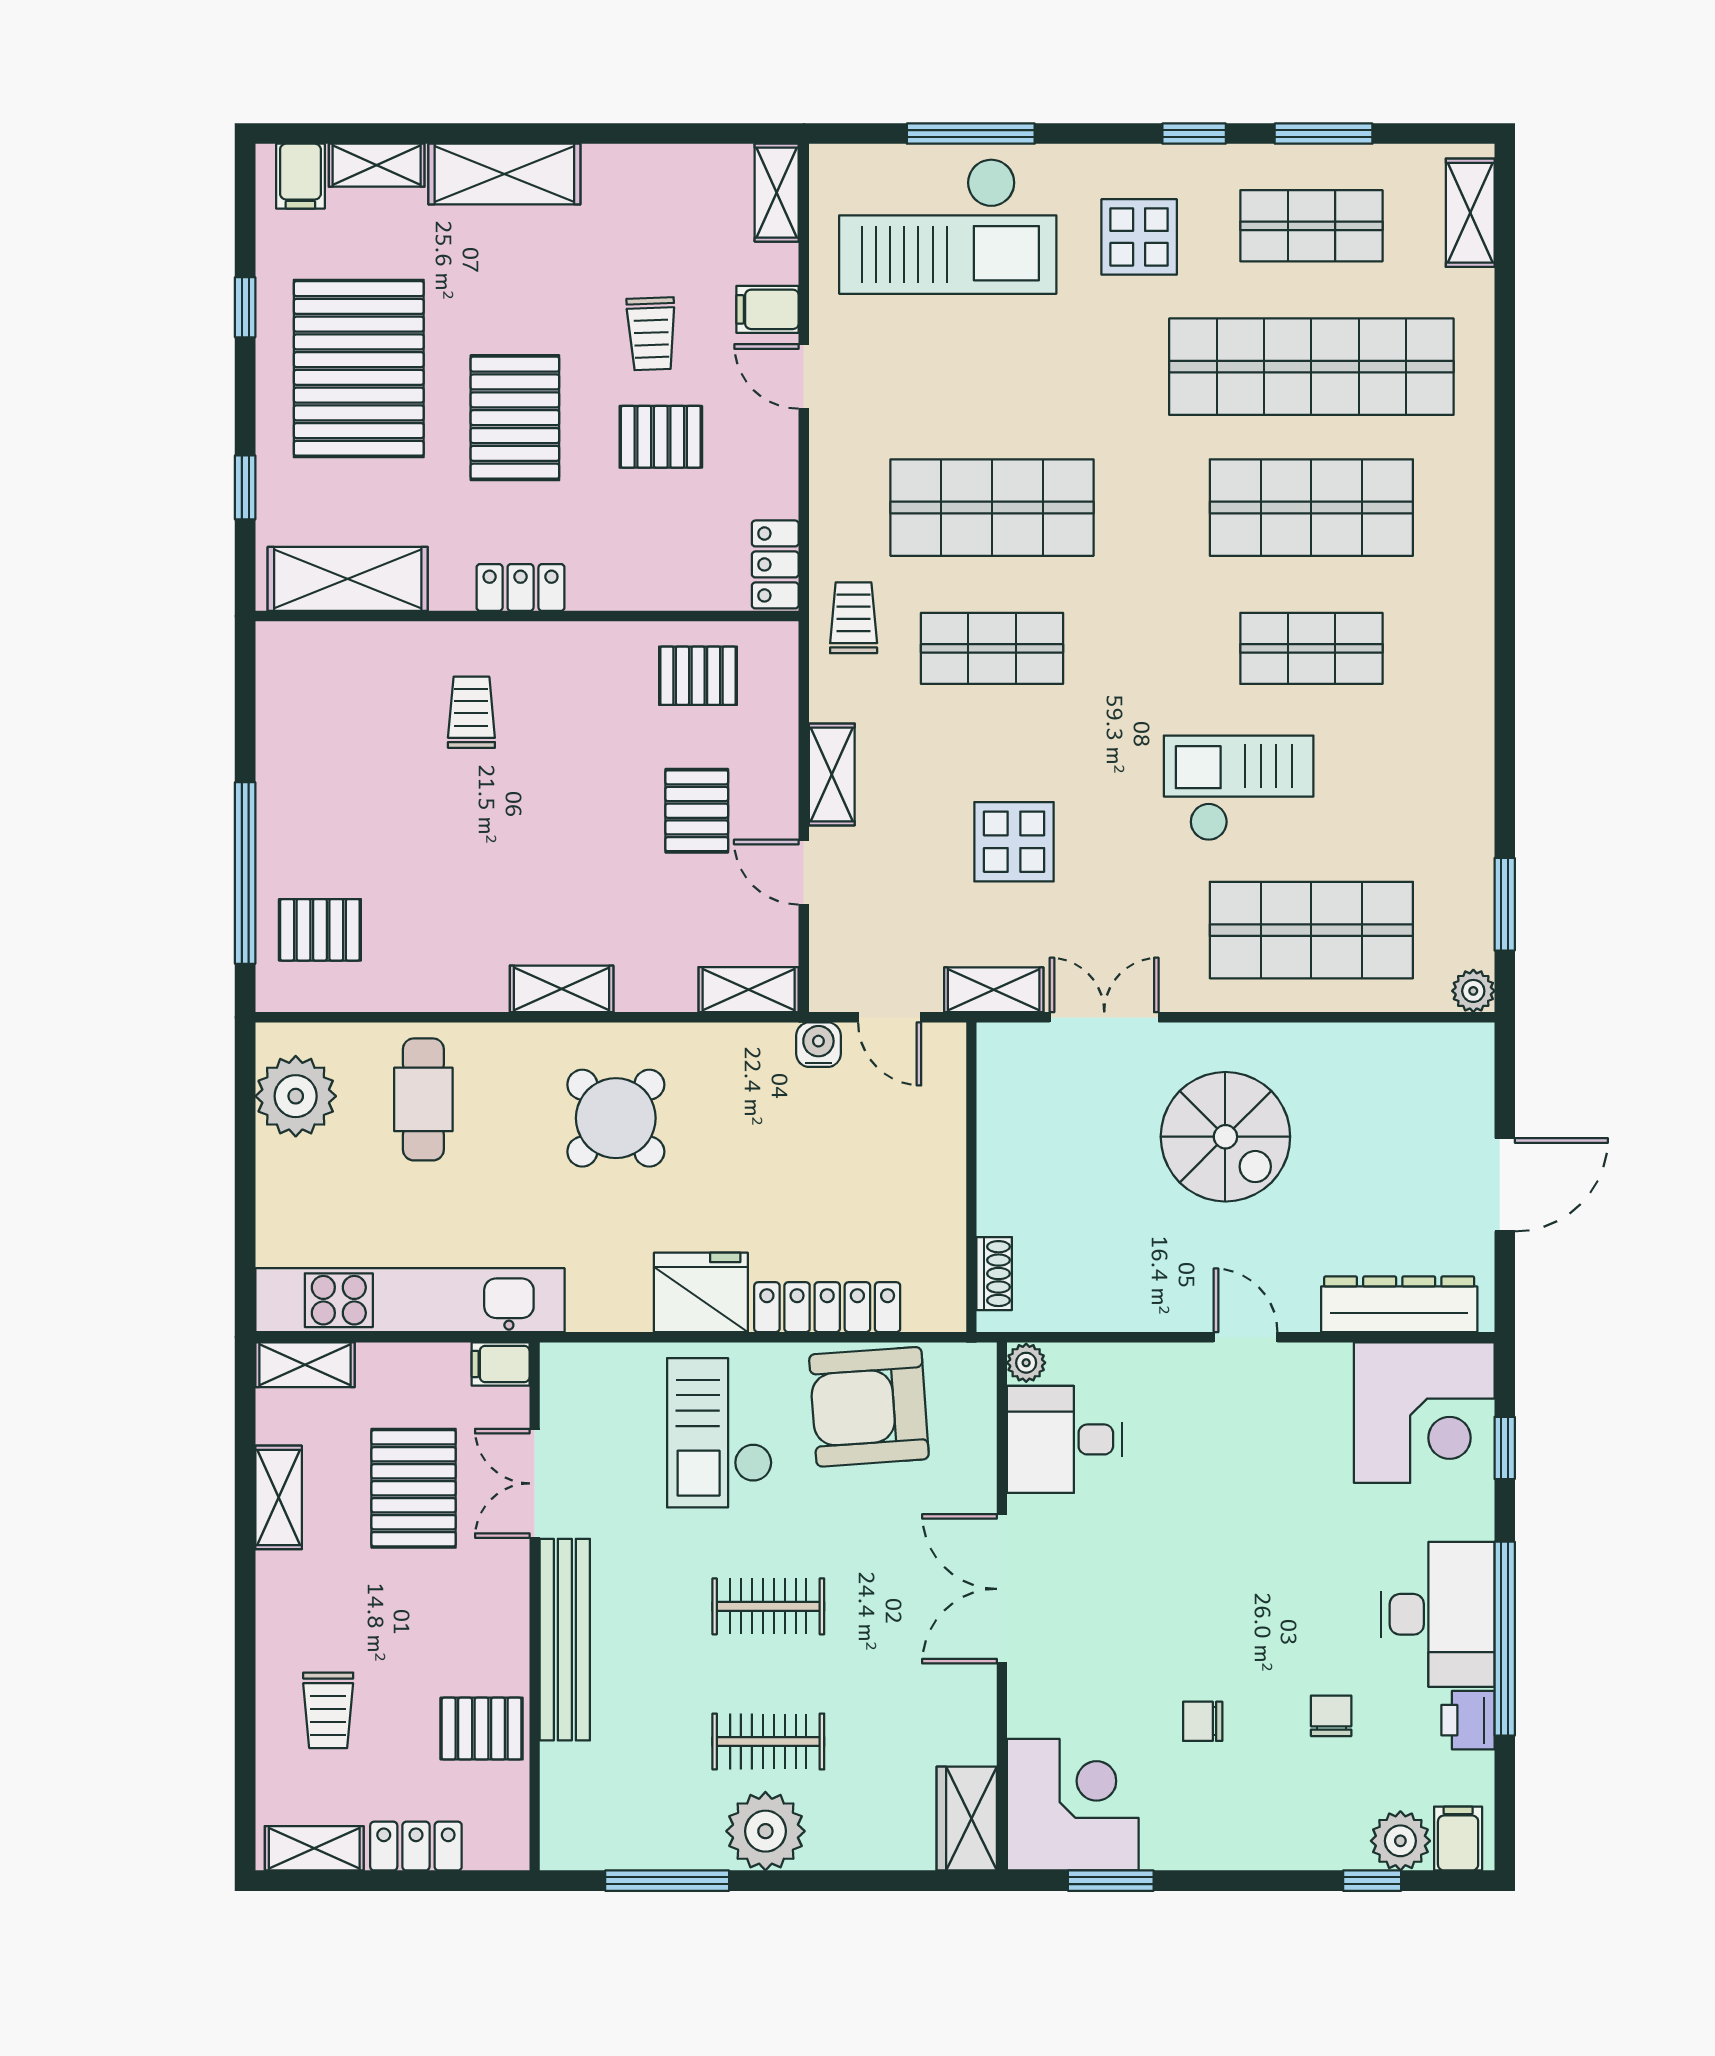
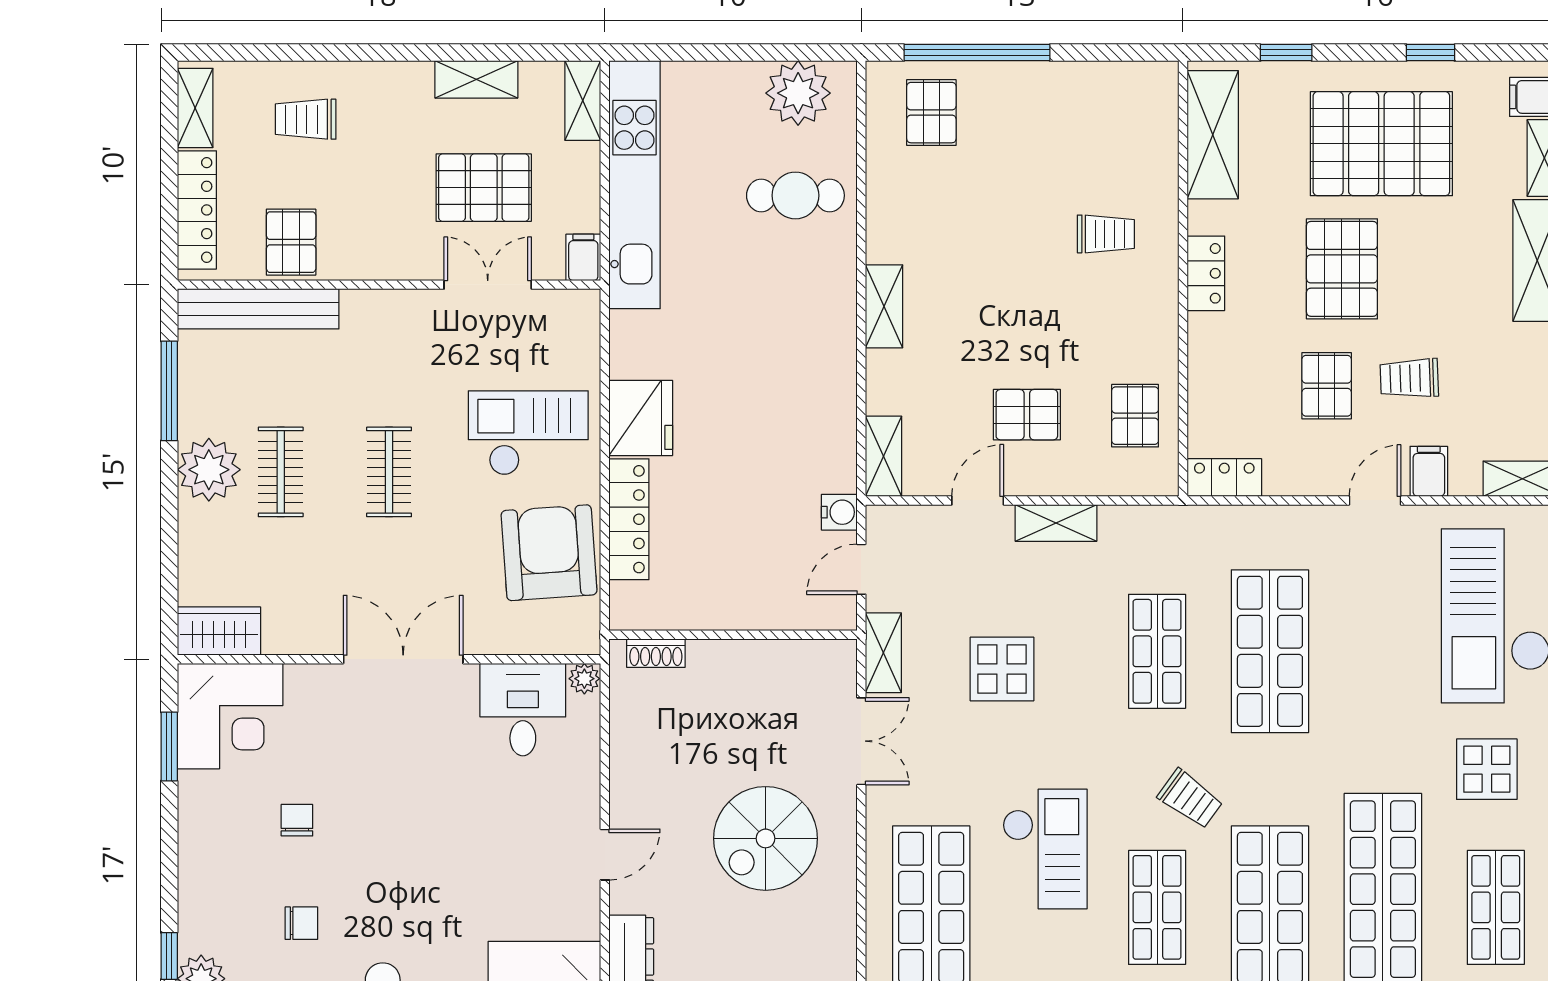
pallet: (515, 418) -> (1342, 269), turned 90
trolley: (854, 618) -> (1190, 799), moved, turned 36
round table: (616, 1118) -> (780, 350), removed
bench: (565, 1640) -> (258, 309), moved
locker: (416, 1846) -> (197, 210), width x1.53

